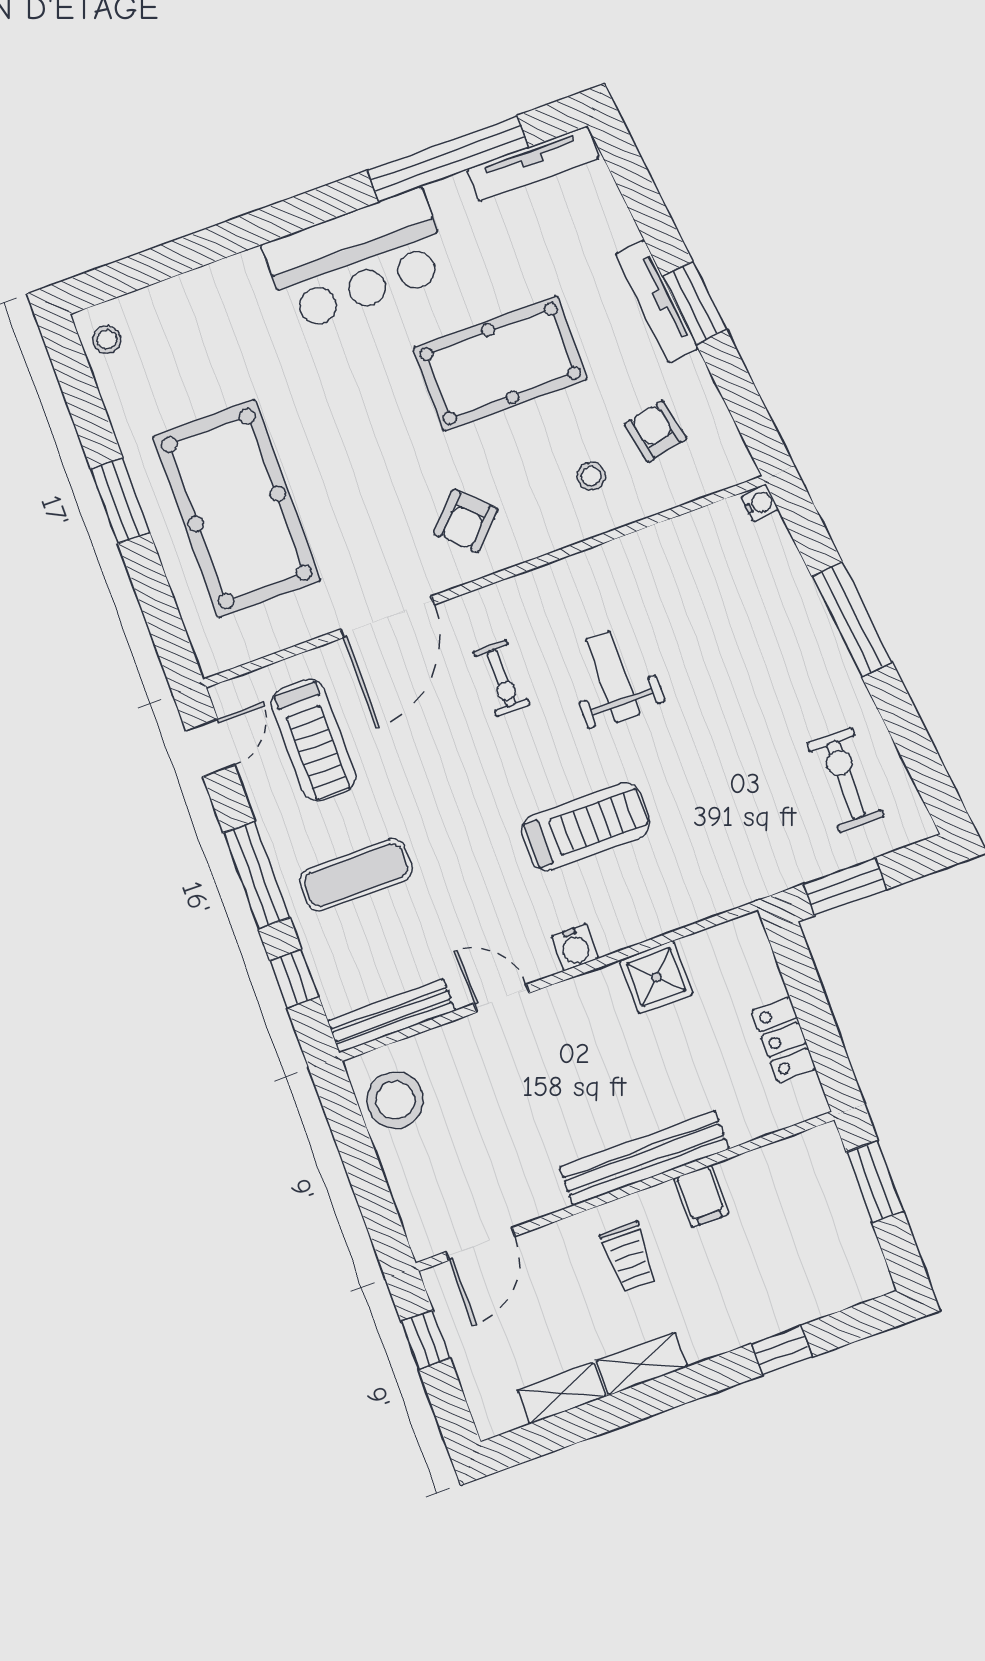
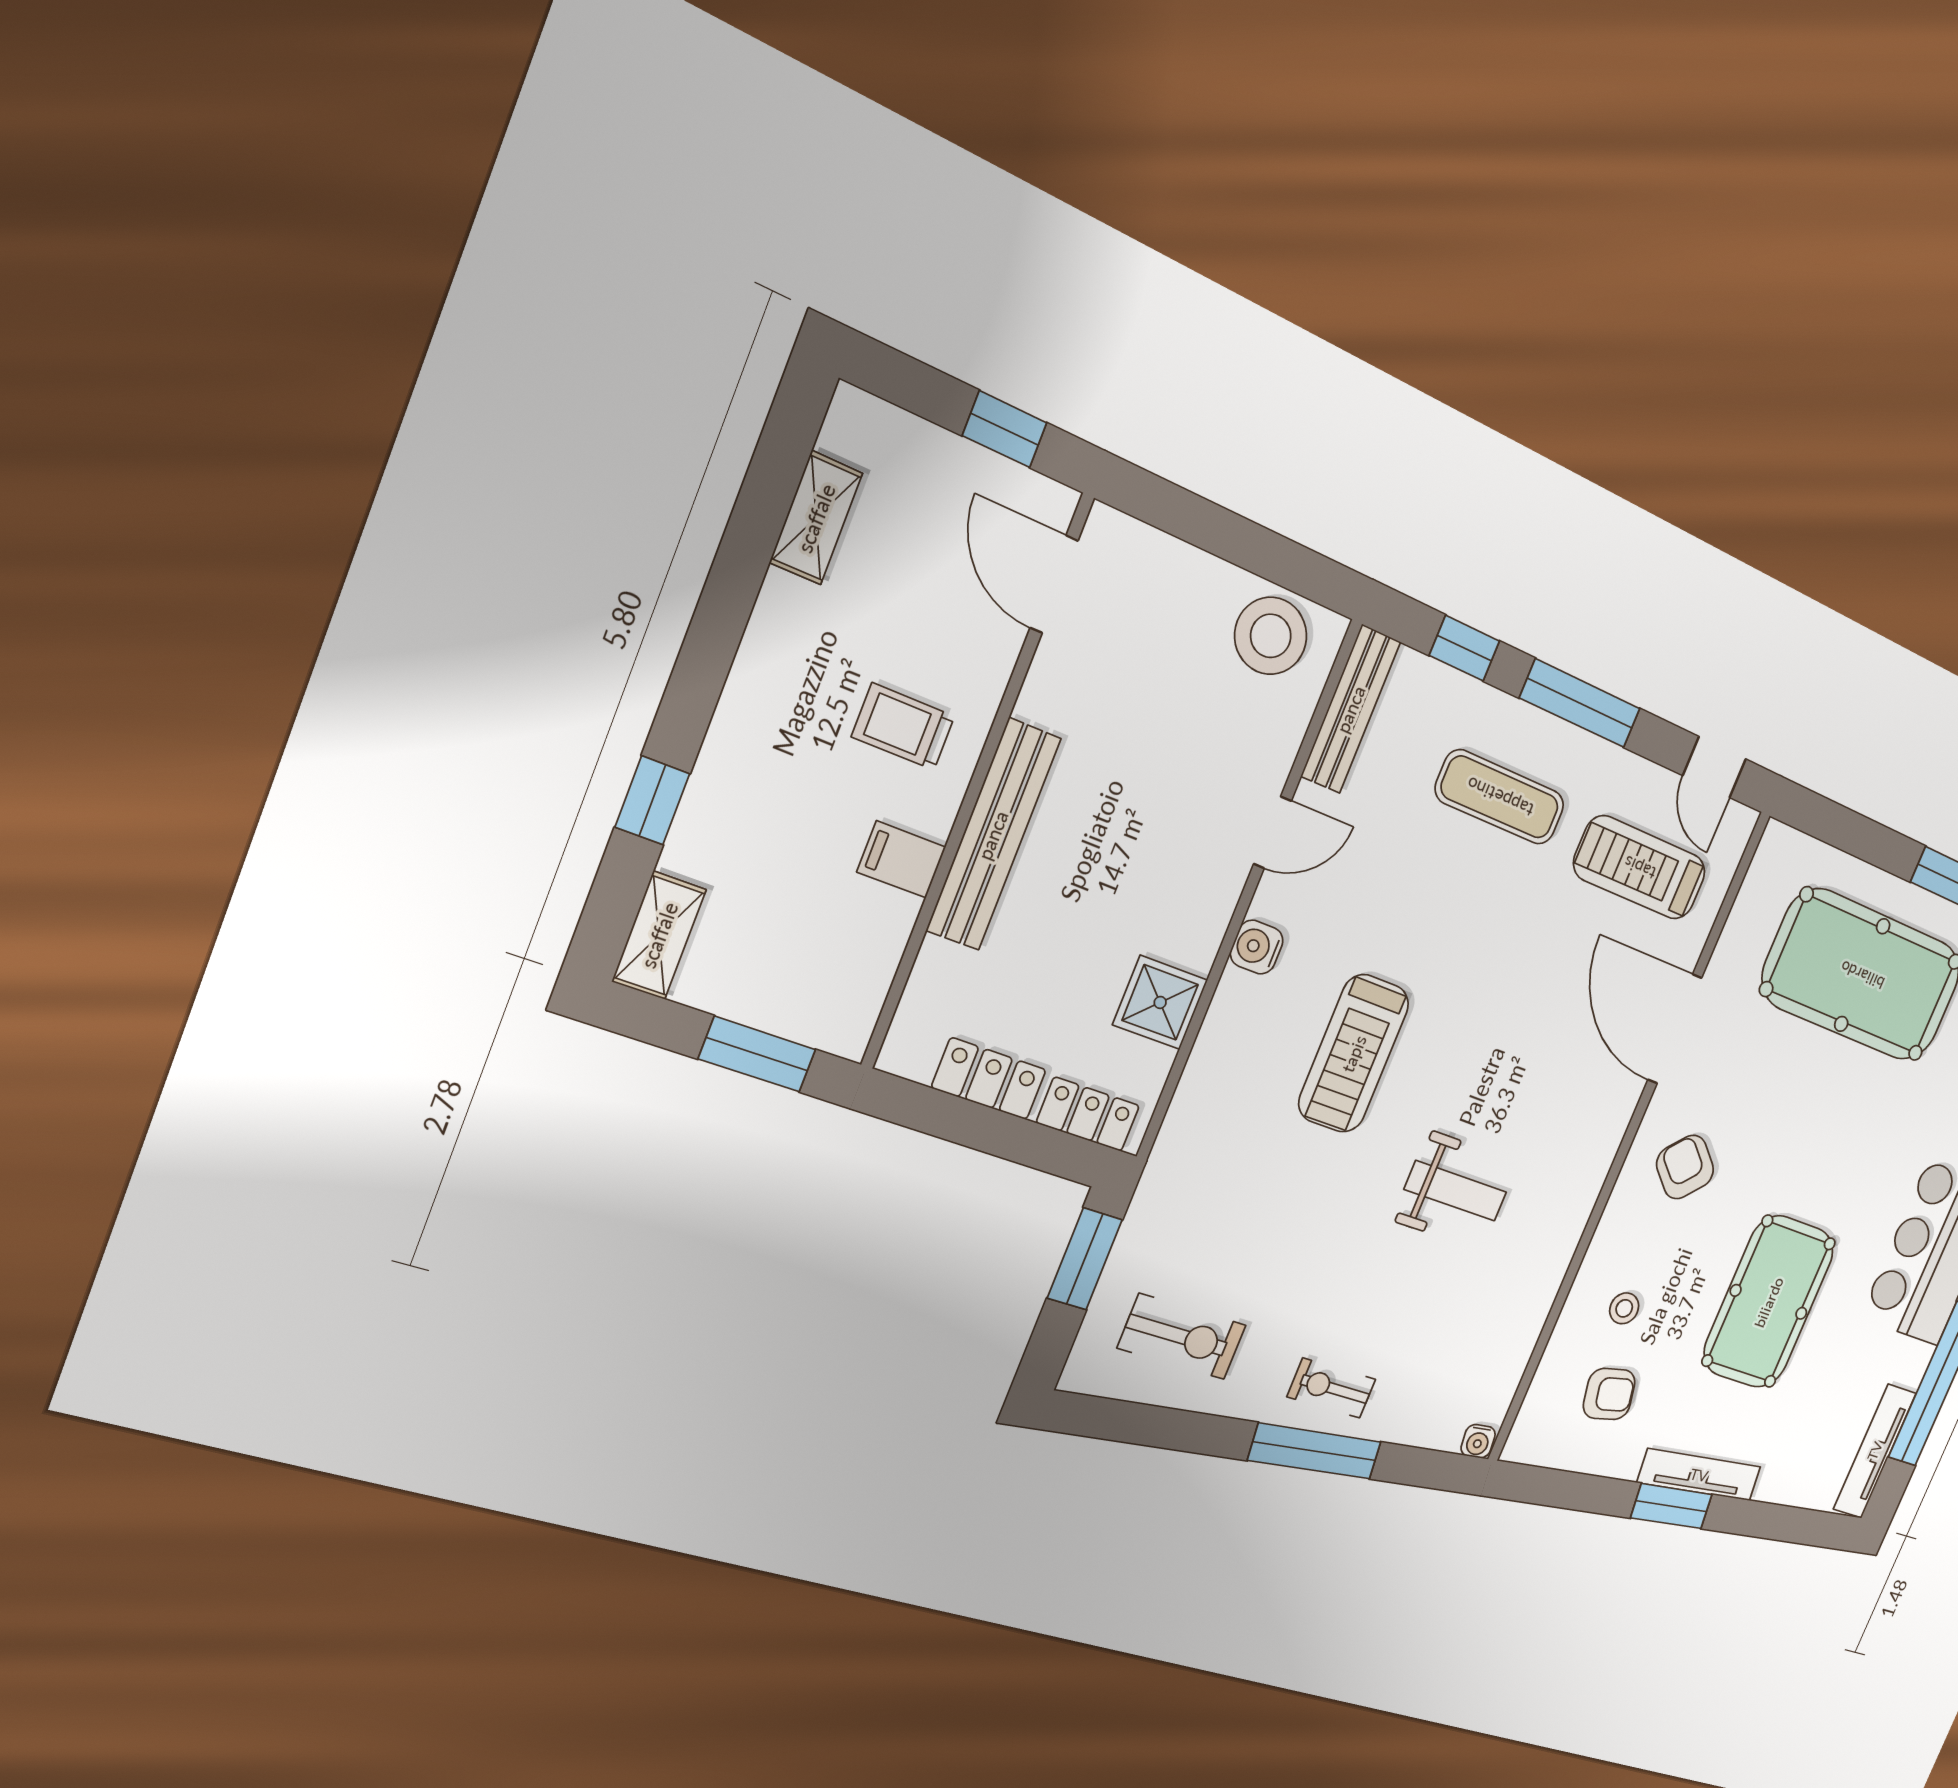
exercise bike: (502, 678) -> (1331, 1388), moved
exercise mat: (356, 875) -> (1500, 797), turned 90
locker: (757, 962) -> (1088, 1114), added
shelving: (642, 1364) -> (659, 935), moved

